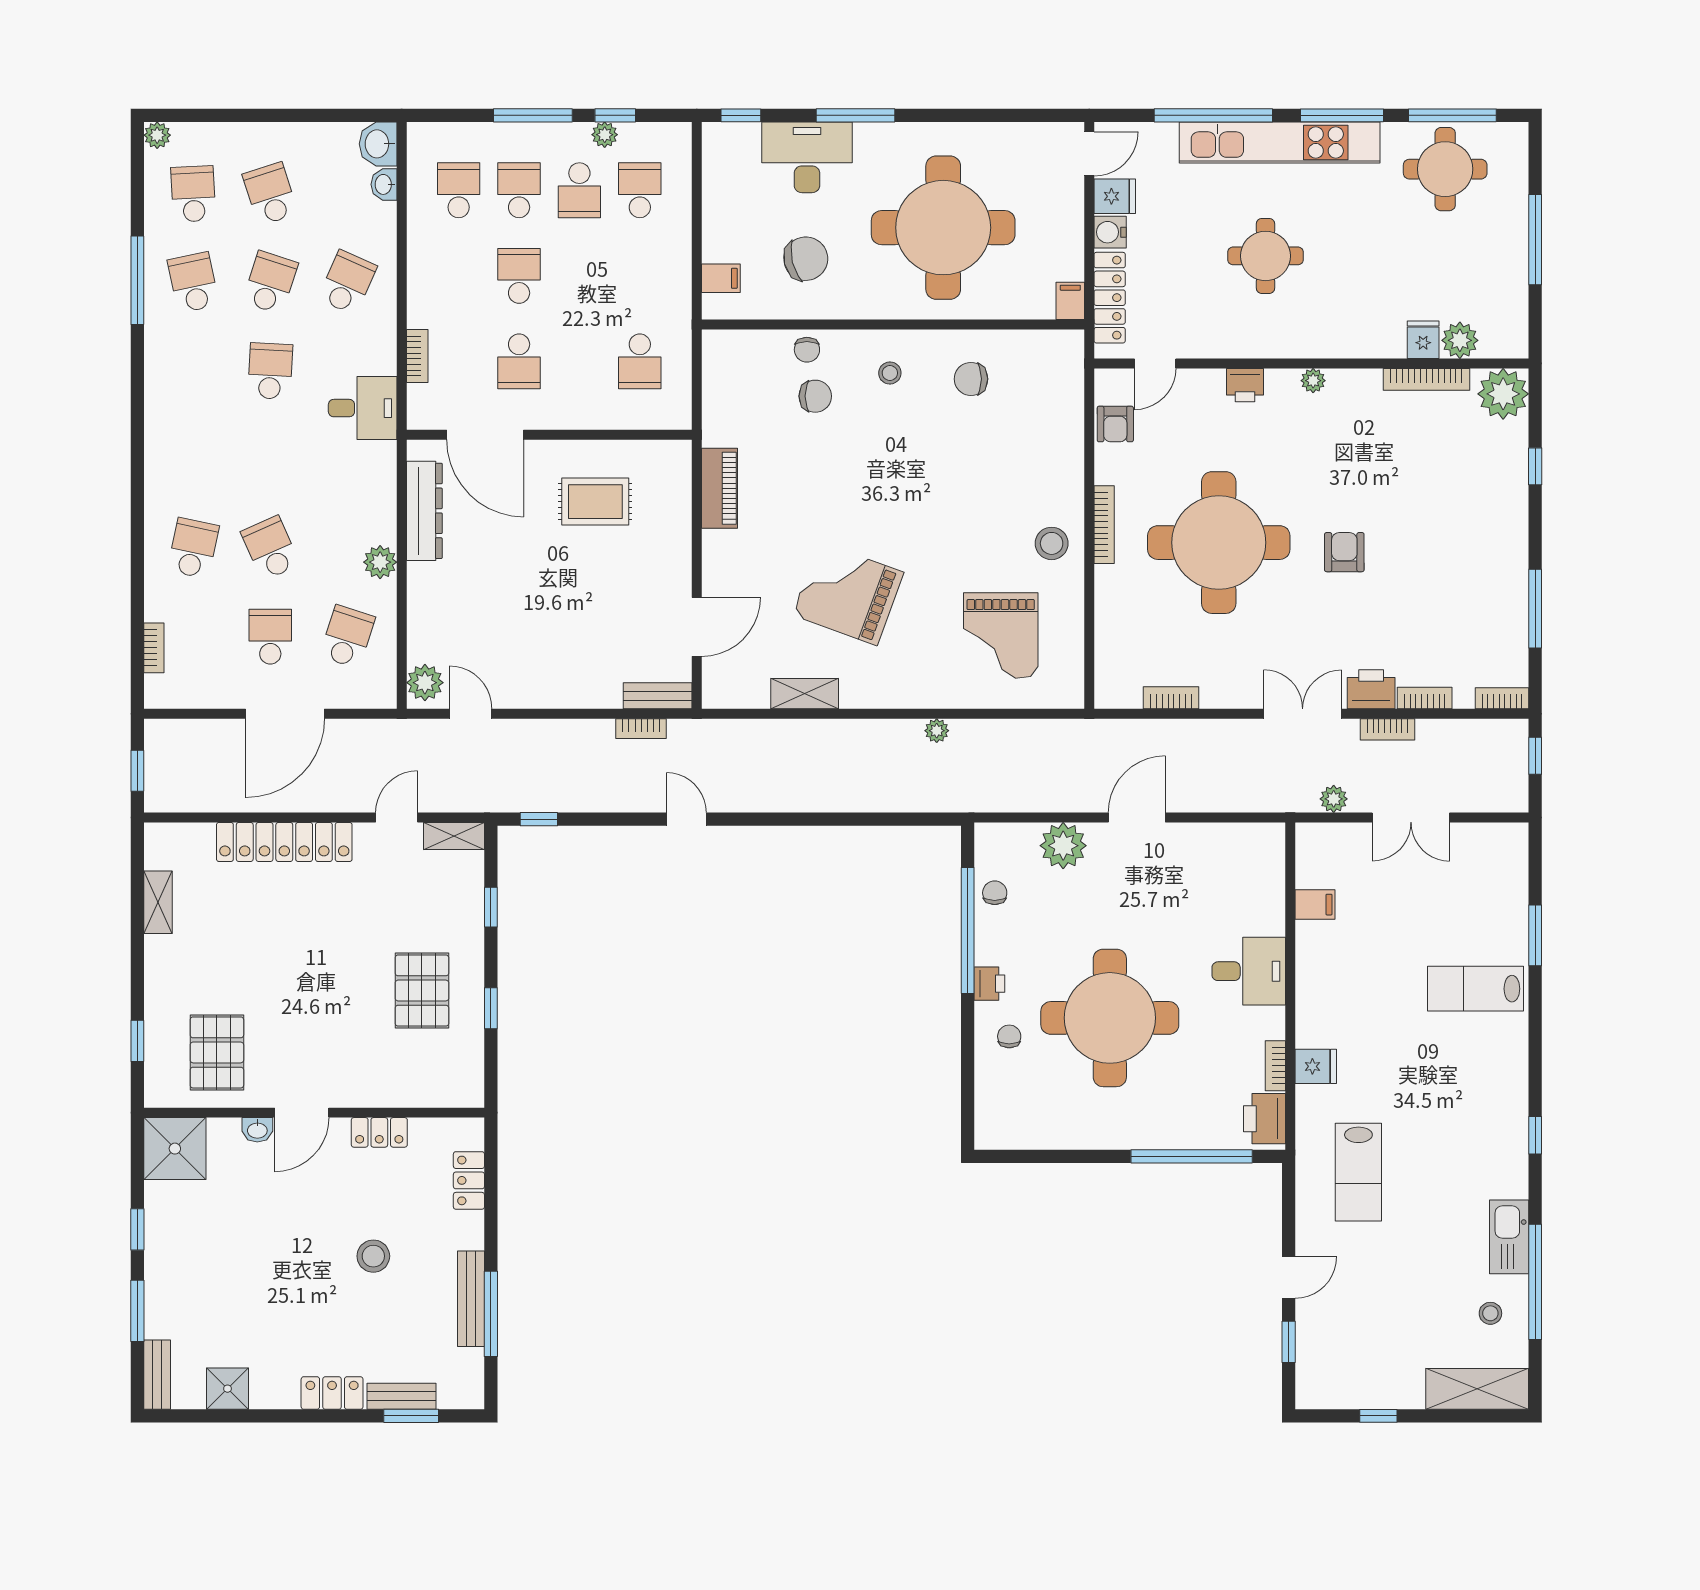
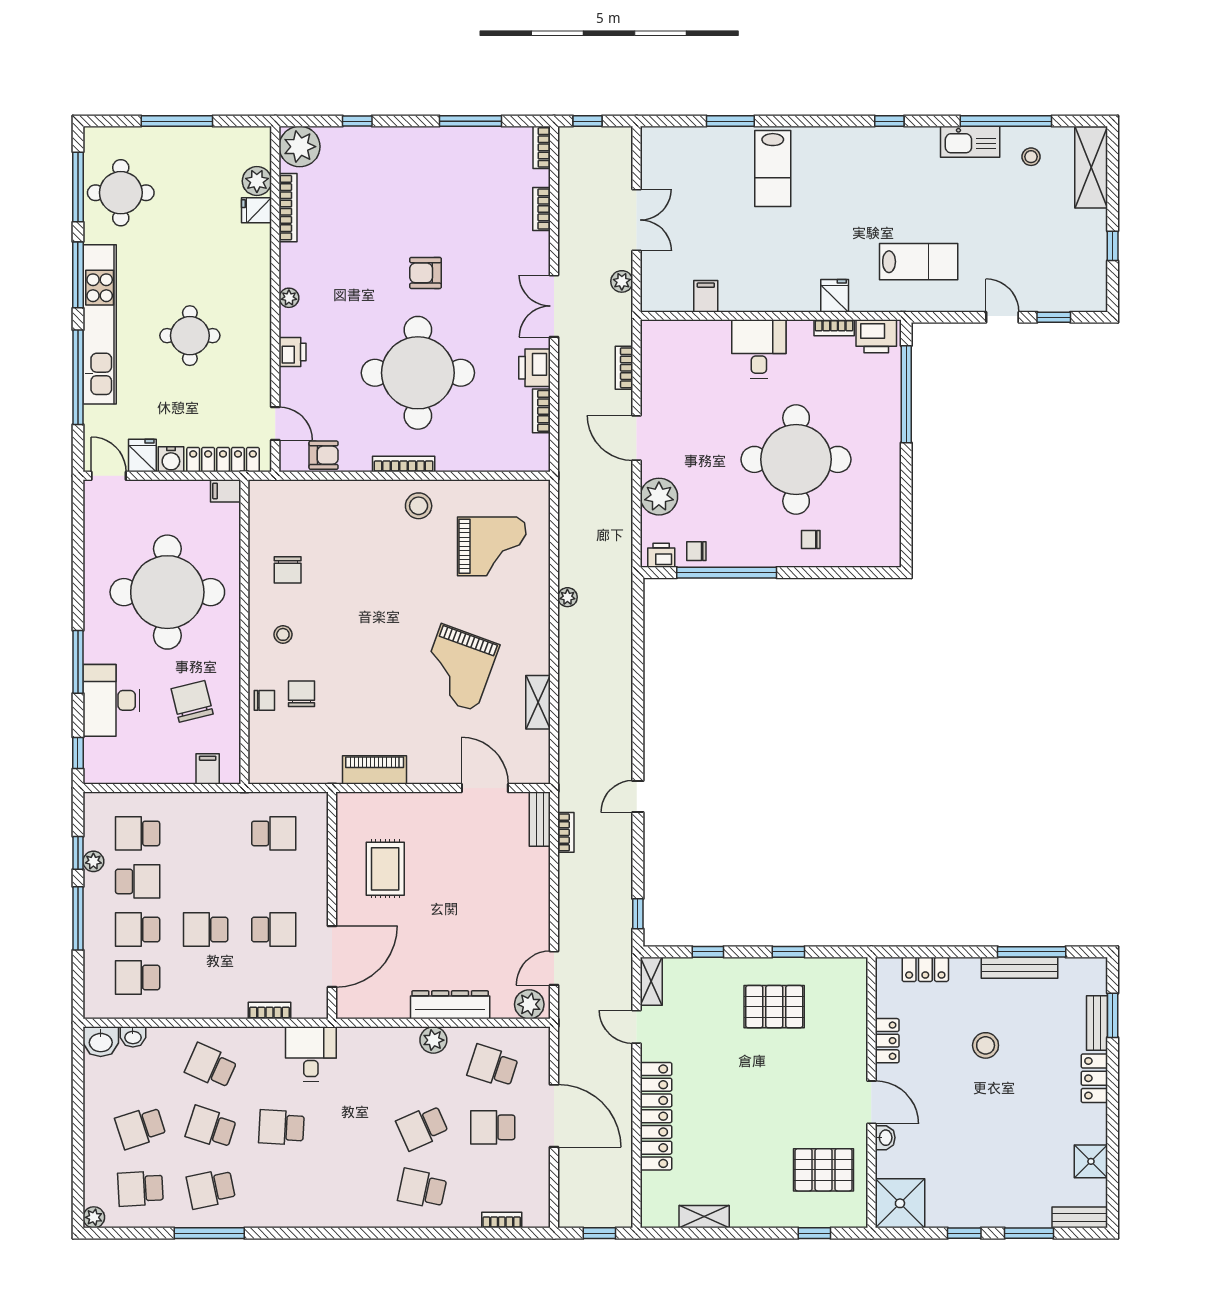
dresser: (424, 511) -> (450, 1005), moved
printer: (1371, 689) -> (535, 368), moved
bookcase: (1388, 729) -> (624, 368), moved, turned 180
printer: (989, 984) -> (661, 555), moved

